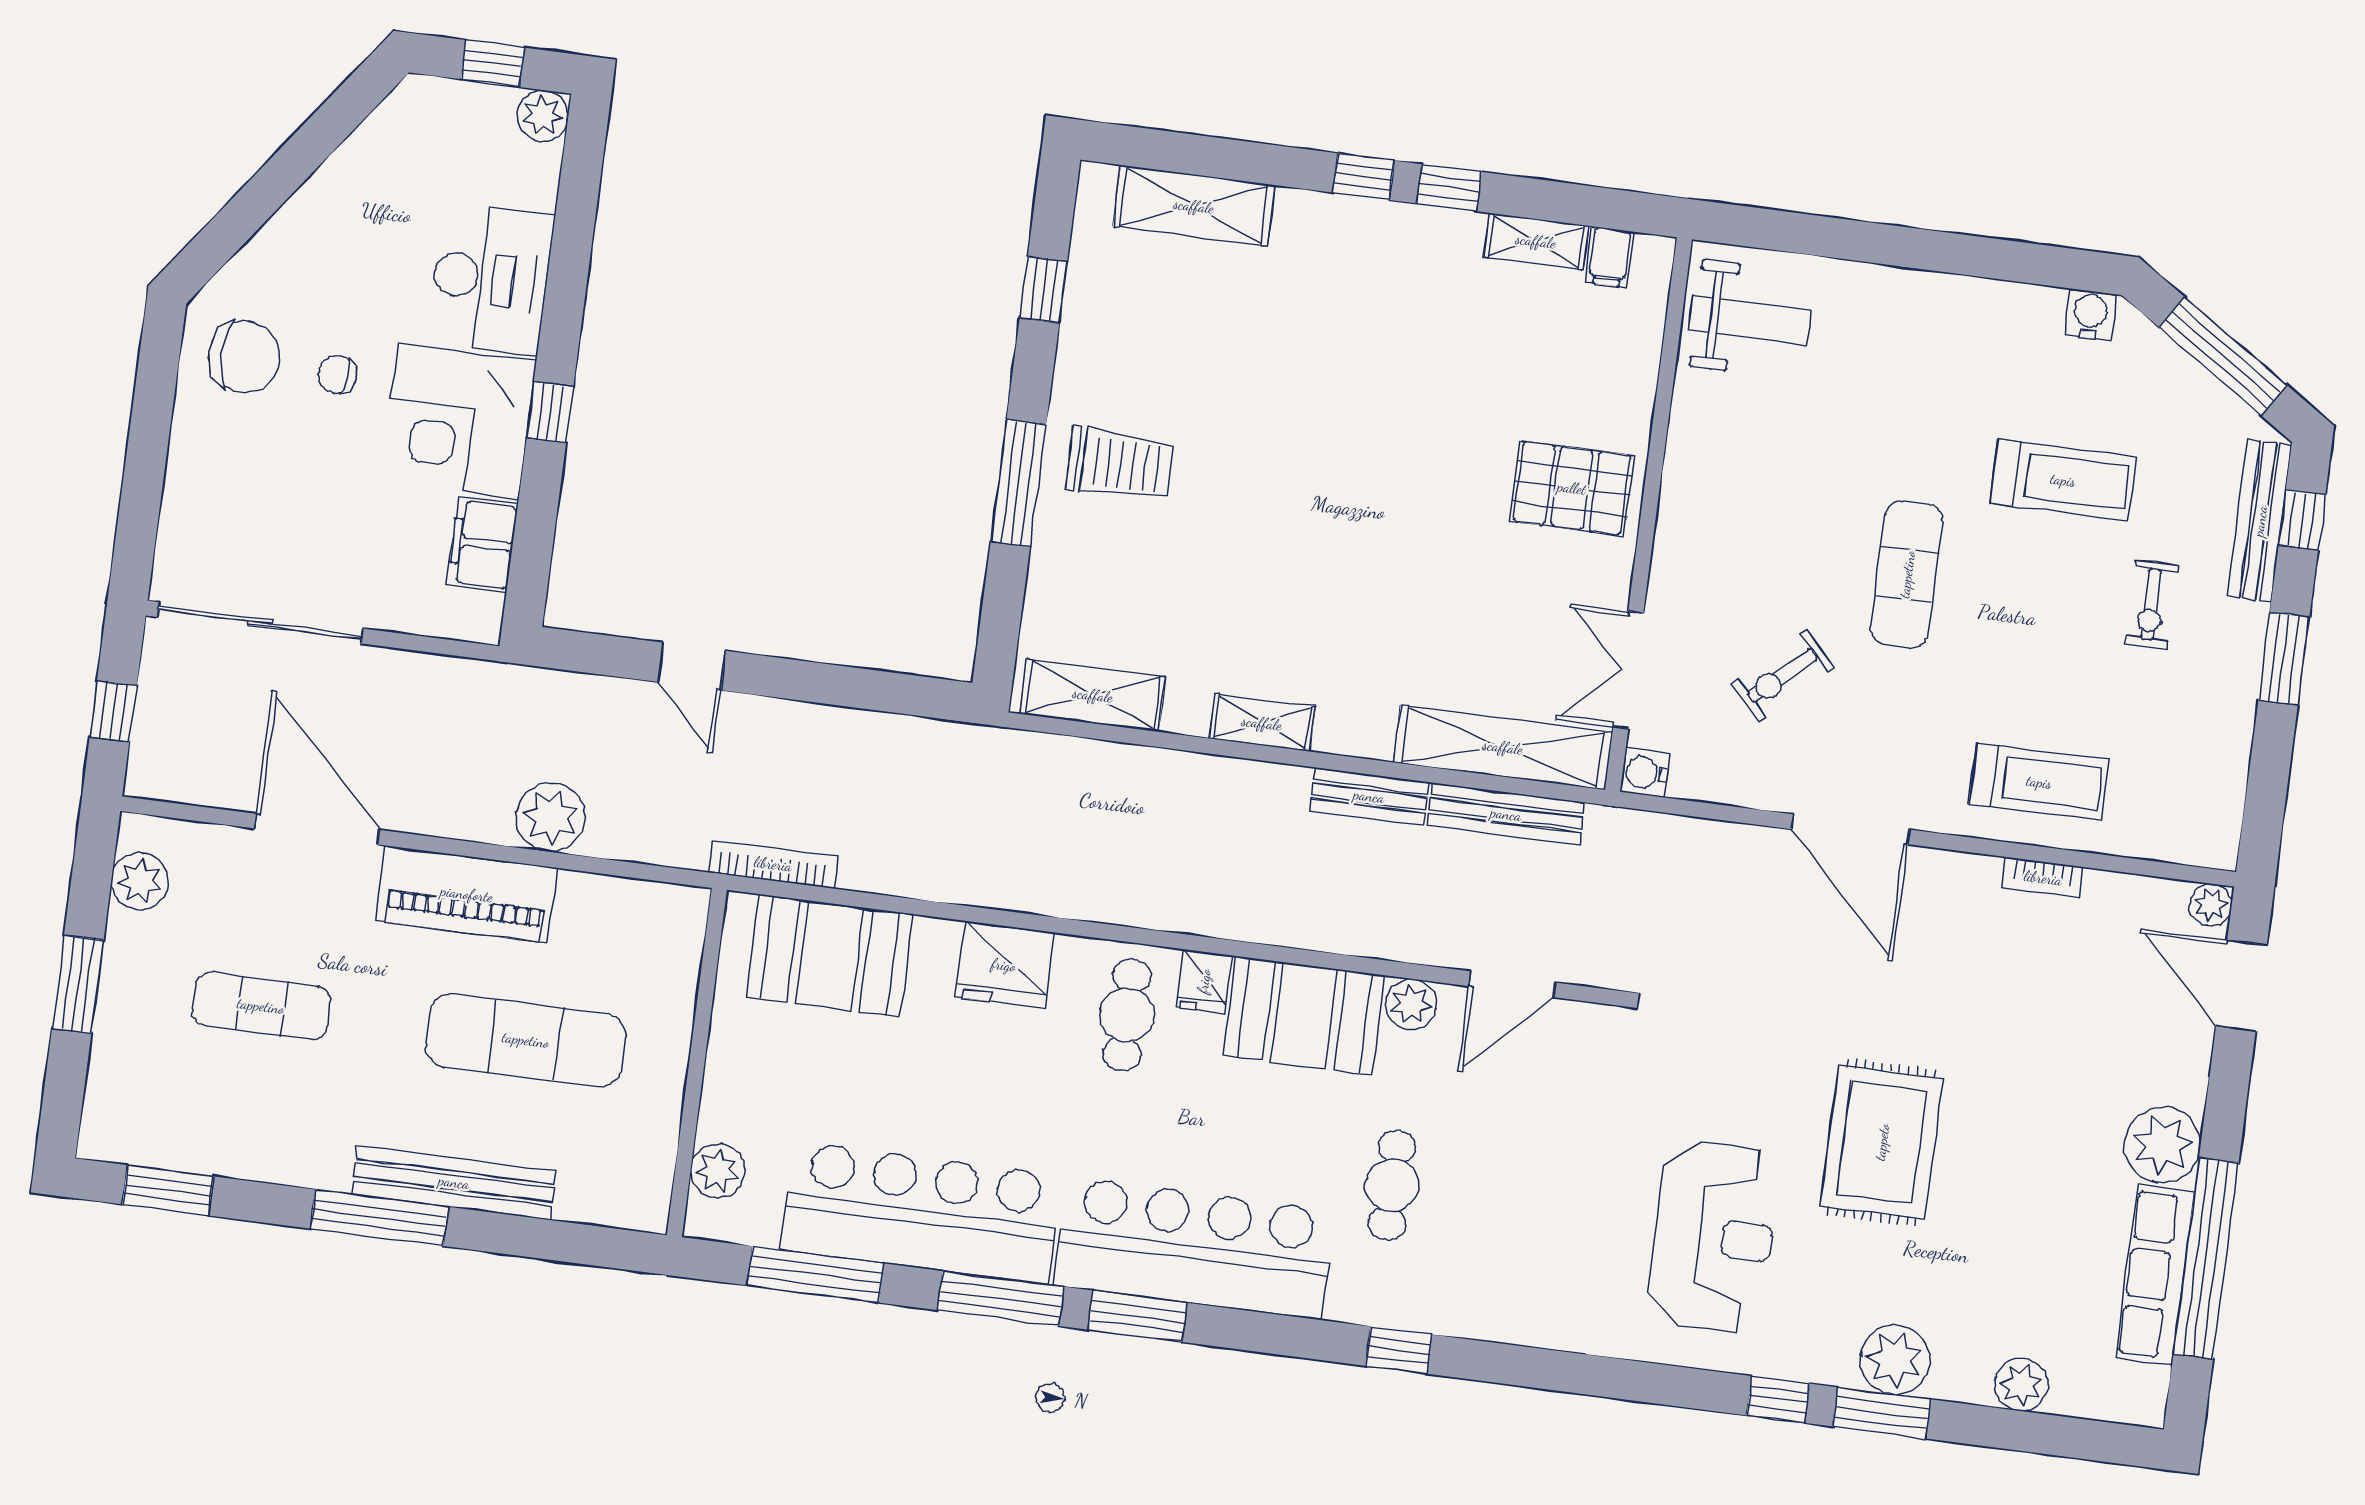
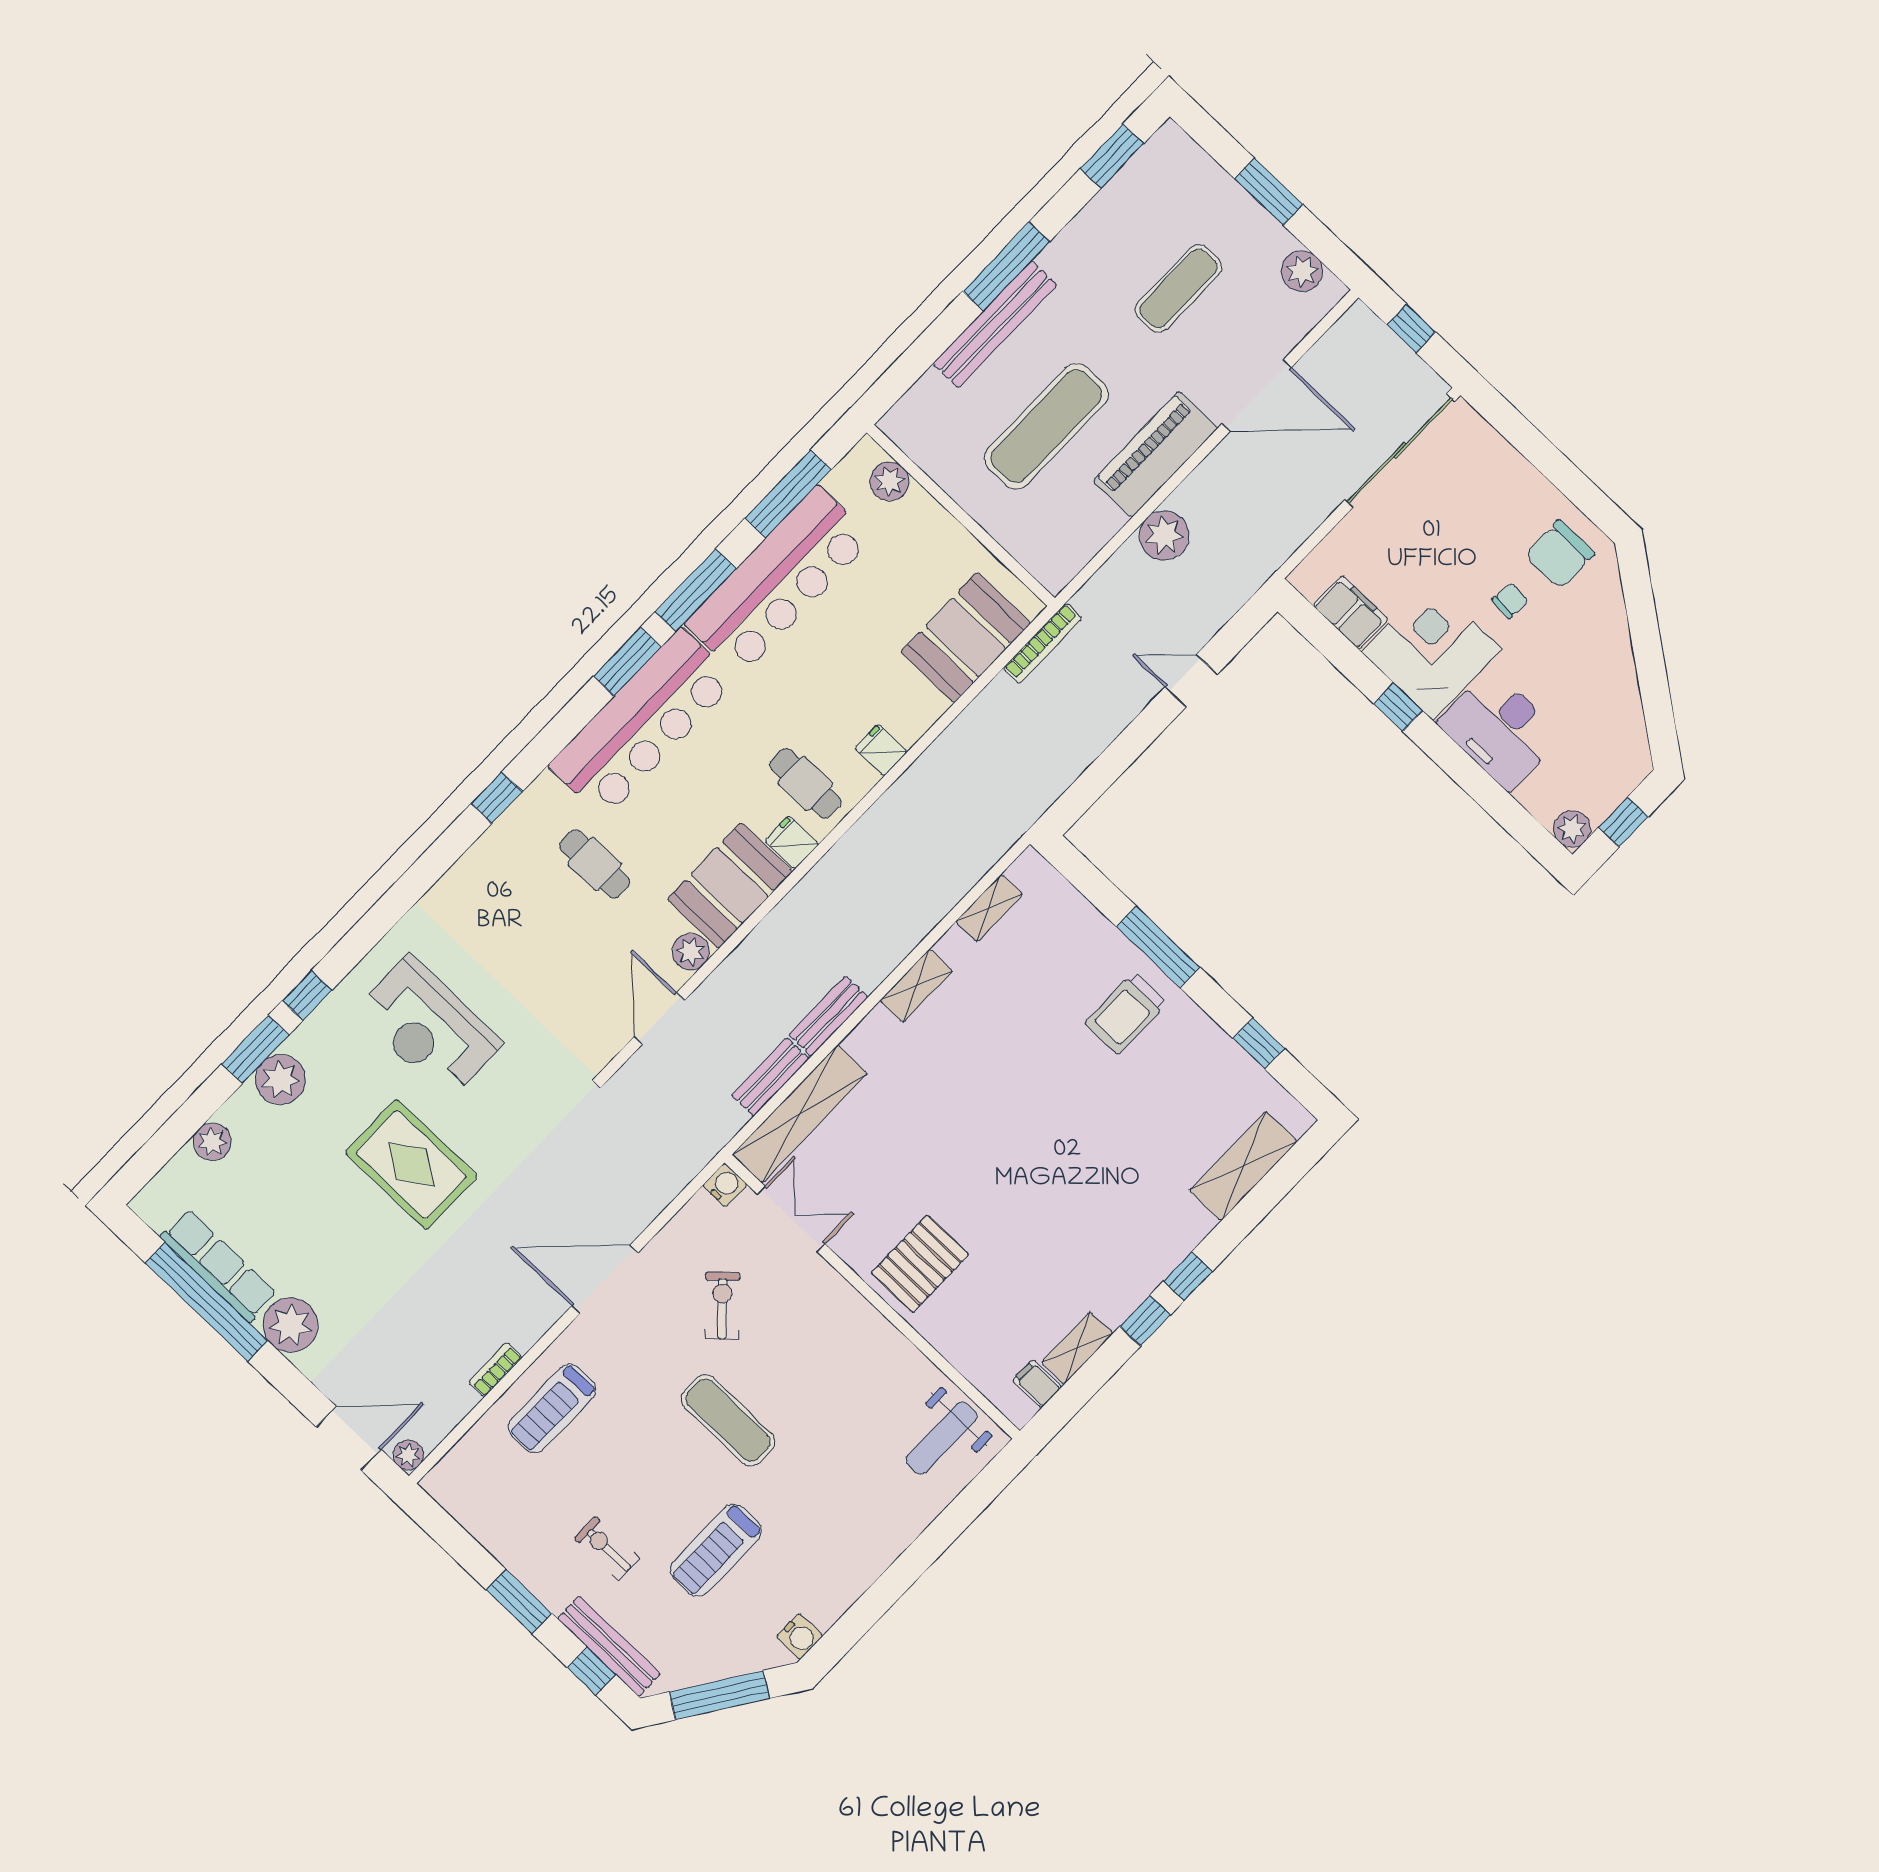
shelving: (1093, 695) -> (989, 908), width x0.67, depth x0.75
bench: (1506, 814) -> (770, 1077), width x0.73
fridge: (1004, 965) -> (881, 750), width x0.53, depth x0.75

